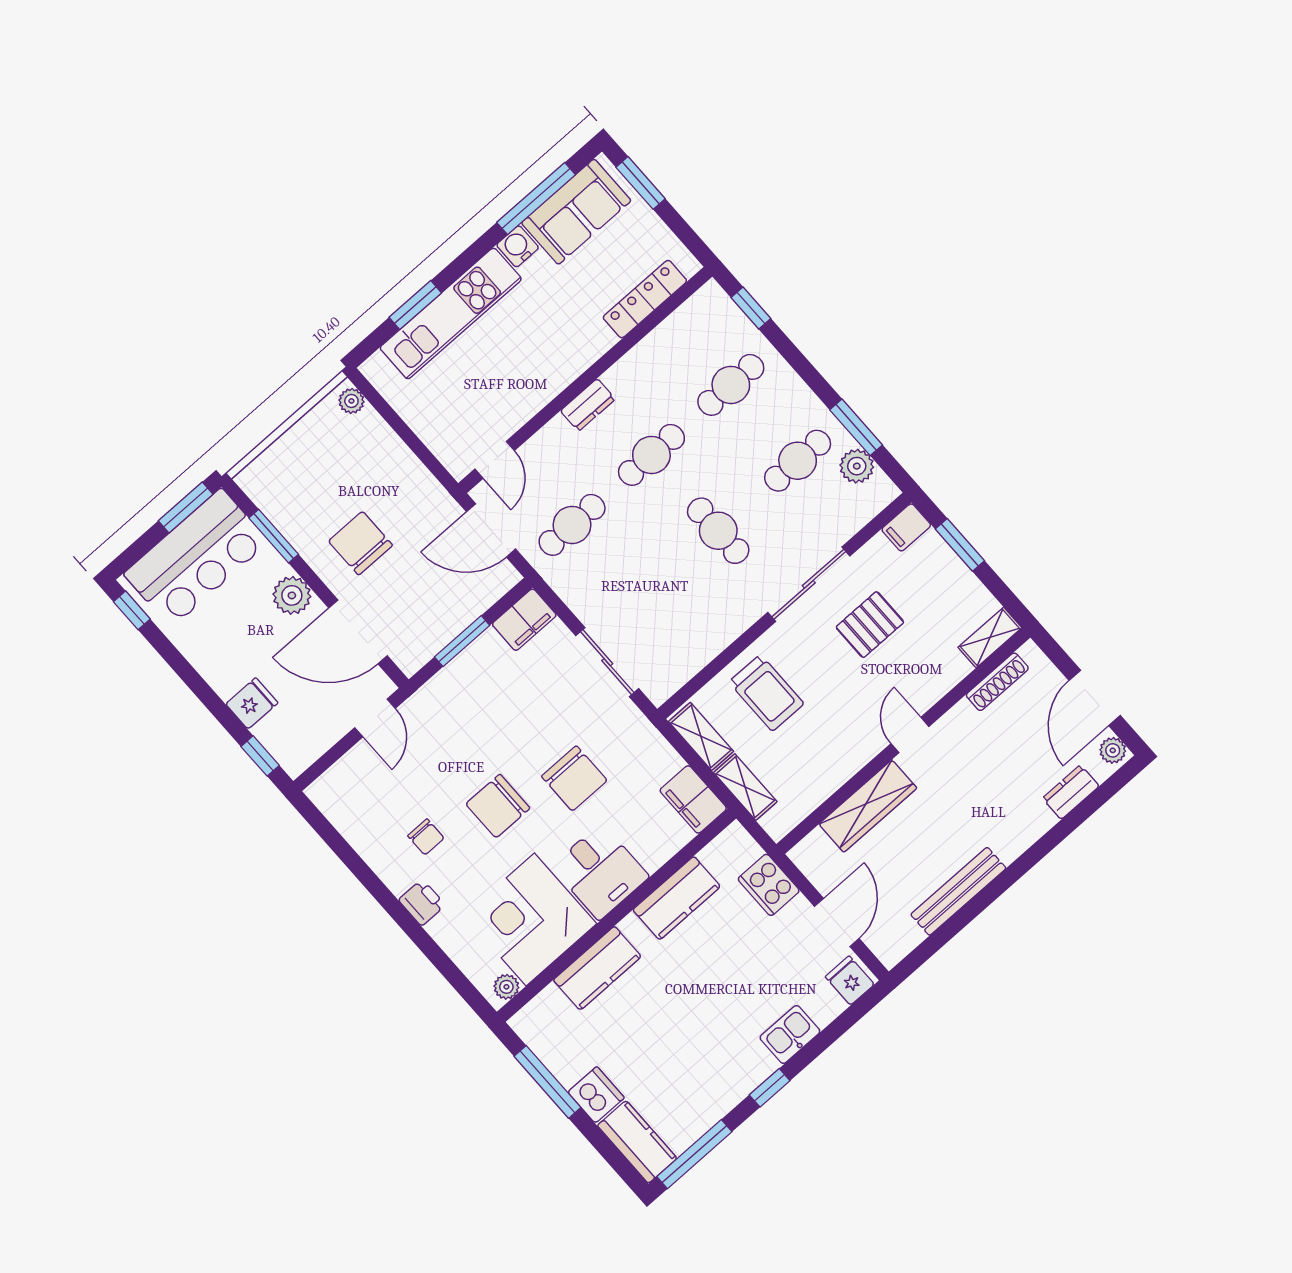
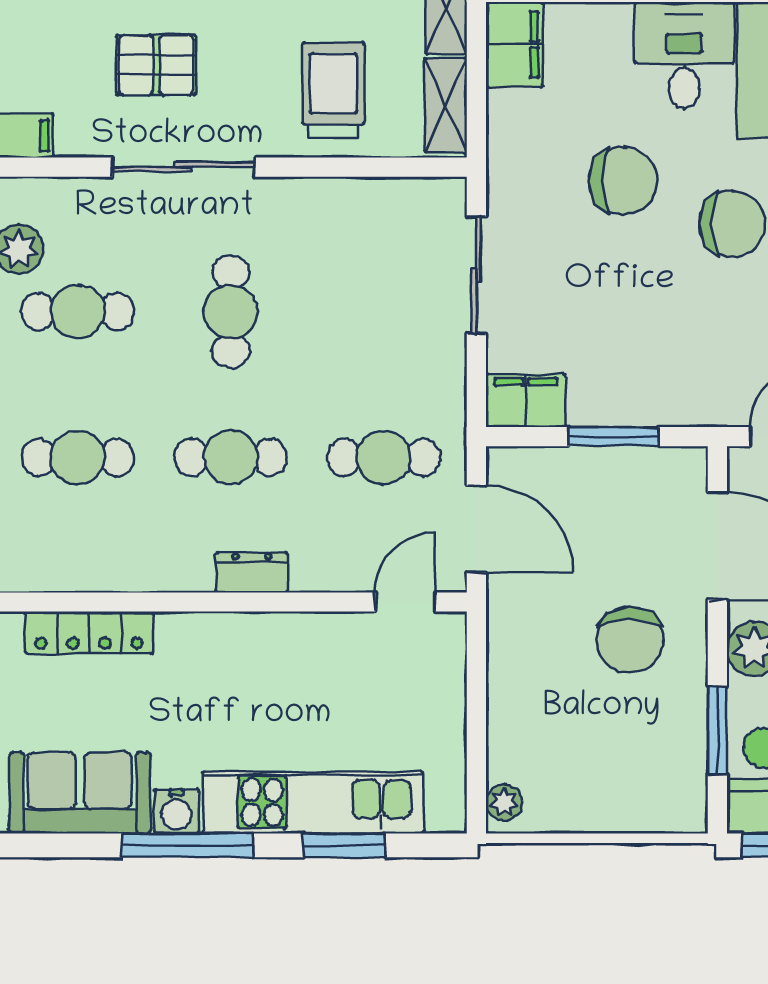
window: (536, 198) -> (188, 845), moved
chair: (574, 778) -> (623, 181), turned 90

